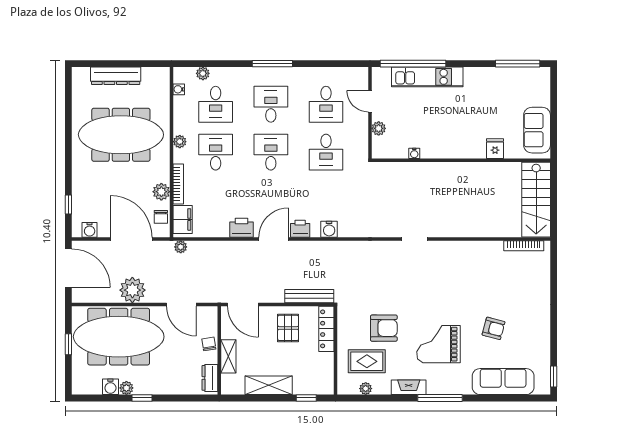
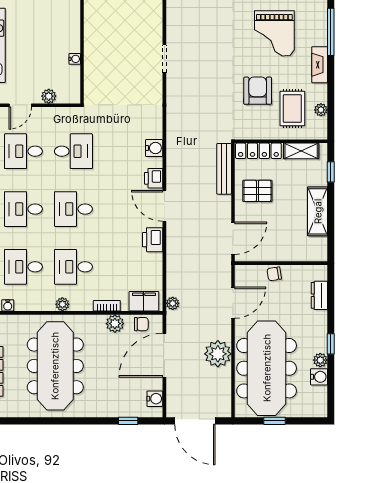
desk: (216, 104) -> (23, 267), turned 180
desk: (326, 104) -> (23, 151), turned 180
bookcase: (178, 184) -> (107, 306), width x0.64
door: (68, 268) -> (195, 421), swing flipped
shelving: (228, 356) -> (301, 151), moved
dresser: (210, 378) -> (319, 295), moved, turned 90

